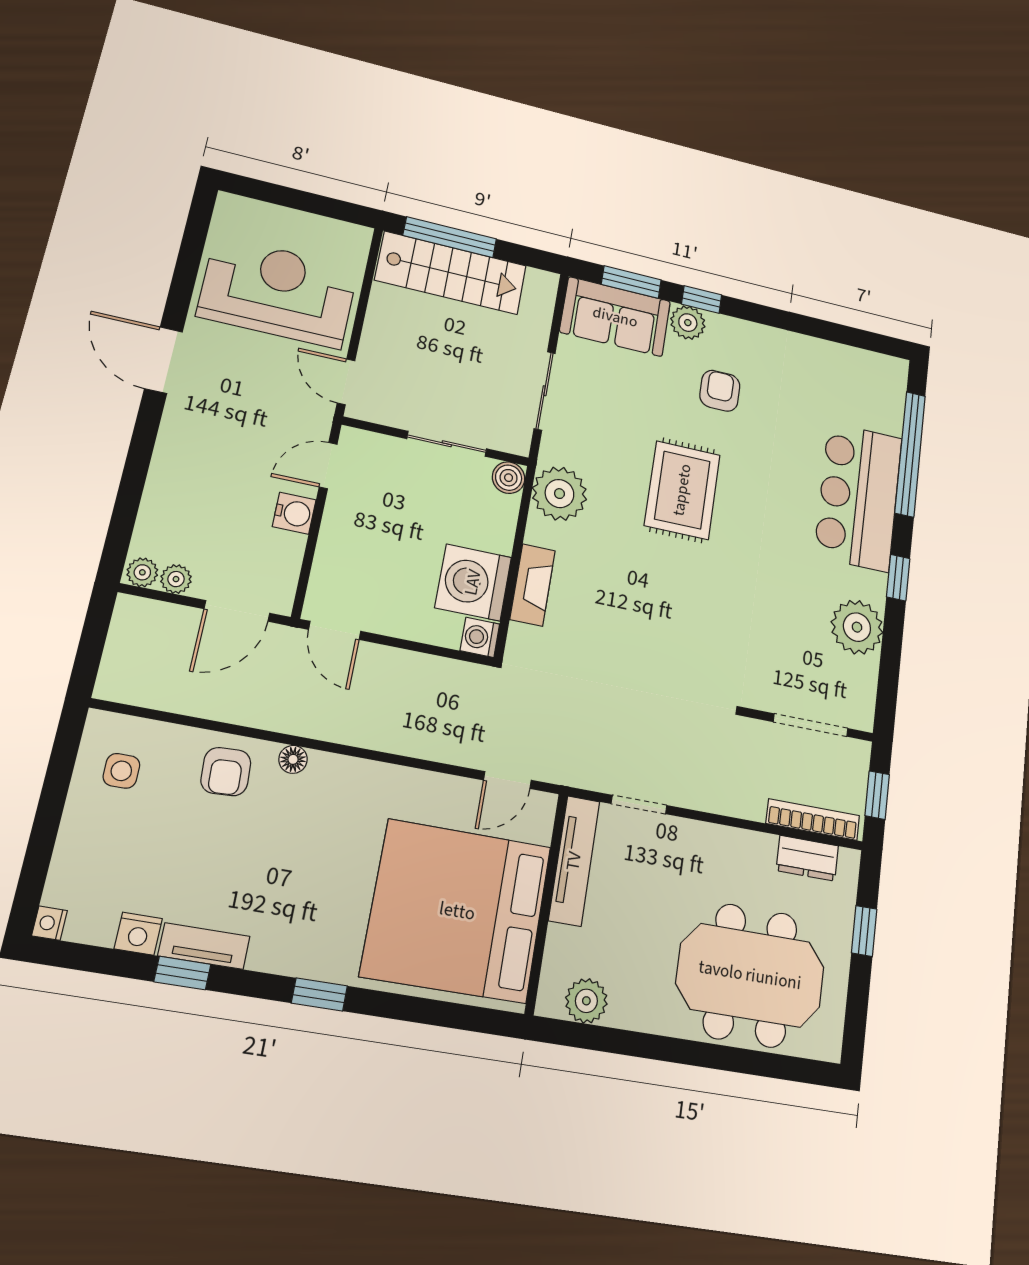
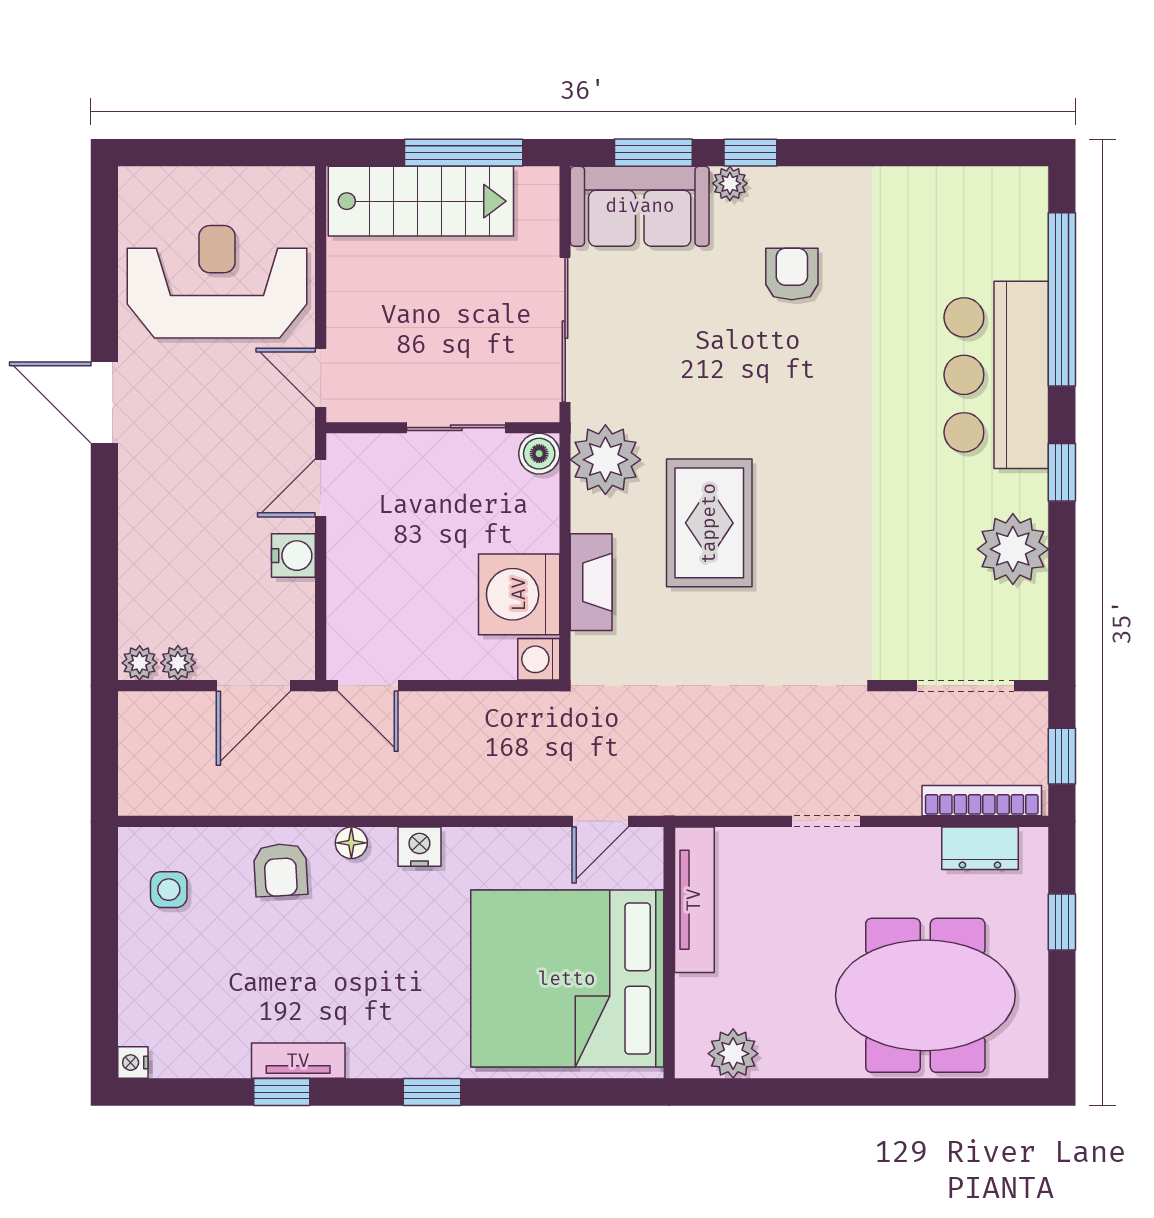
window: (450, 237) -> (464, 153), moved
plant: (688, 323) -> (730, 183), width x0.73, depth x0.73
sliding door: (545, 391) -> (565, 330), width x1.37
rug: (682, 490) -> (709, 523), moved
doorway: (639, 805) -> (826, 821), moved
nightstand: (138, 934) -> (419, 847), moved, turned 180

